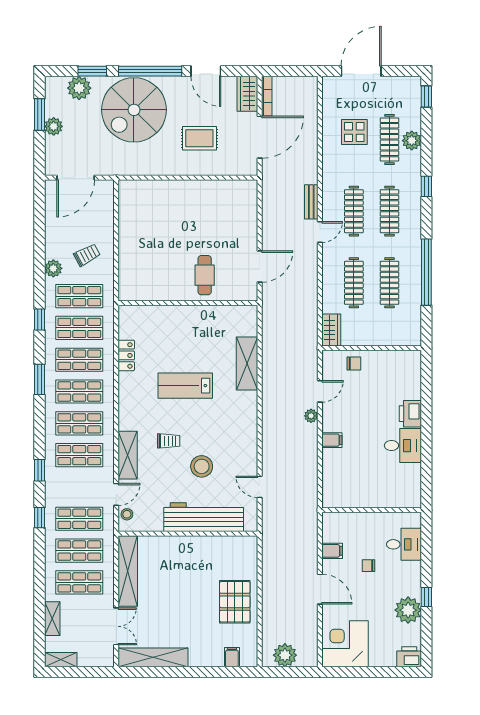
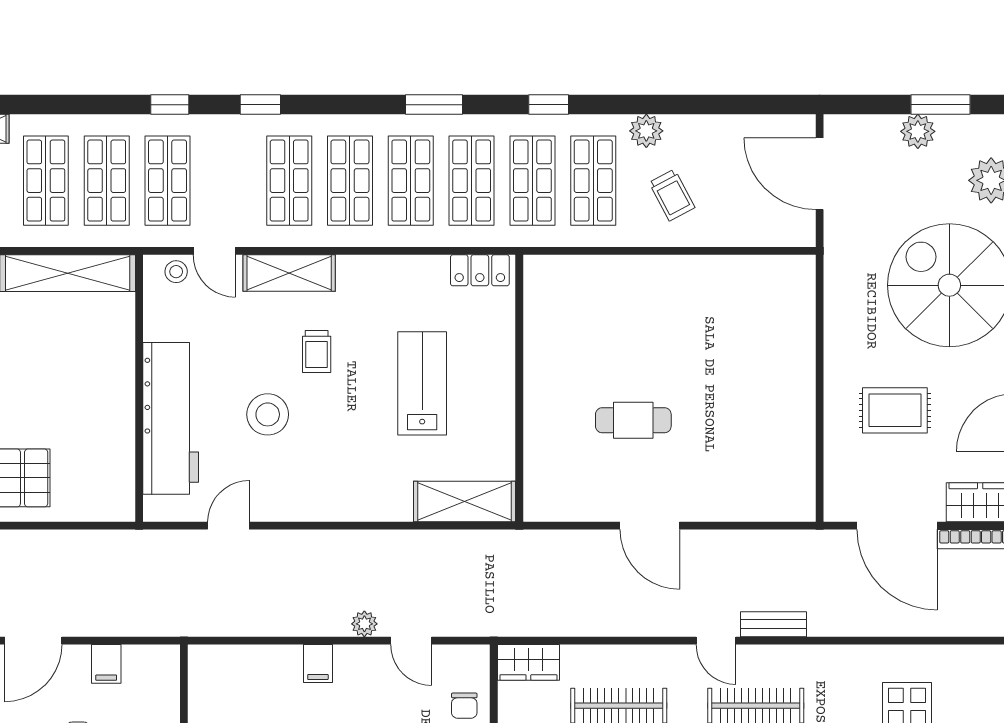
rug: (199, 138) -> (895, 410), turned 90
wall: (188, 303) -> (519, 388), moved

